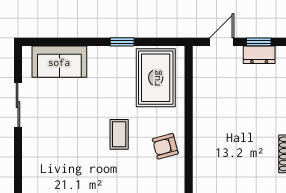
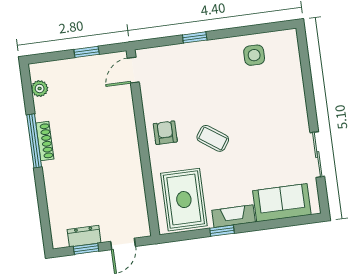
fireplace: (109, 55) -> (234, 216), added
coffee table: (119, 134) -> (213, 138), turned -55
armchair: (165, 146) -> (165, 133), turned -75

